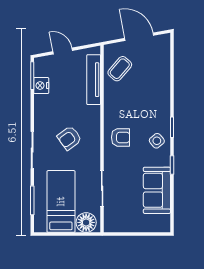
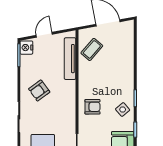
door: (63, 51) -> (44, 35), hinge flipped
nightstand: (41, 86) -> (26, 48), moved
armchair: (69, 138) -> (39, 91), moved

